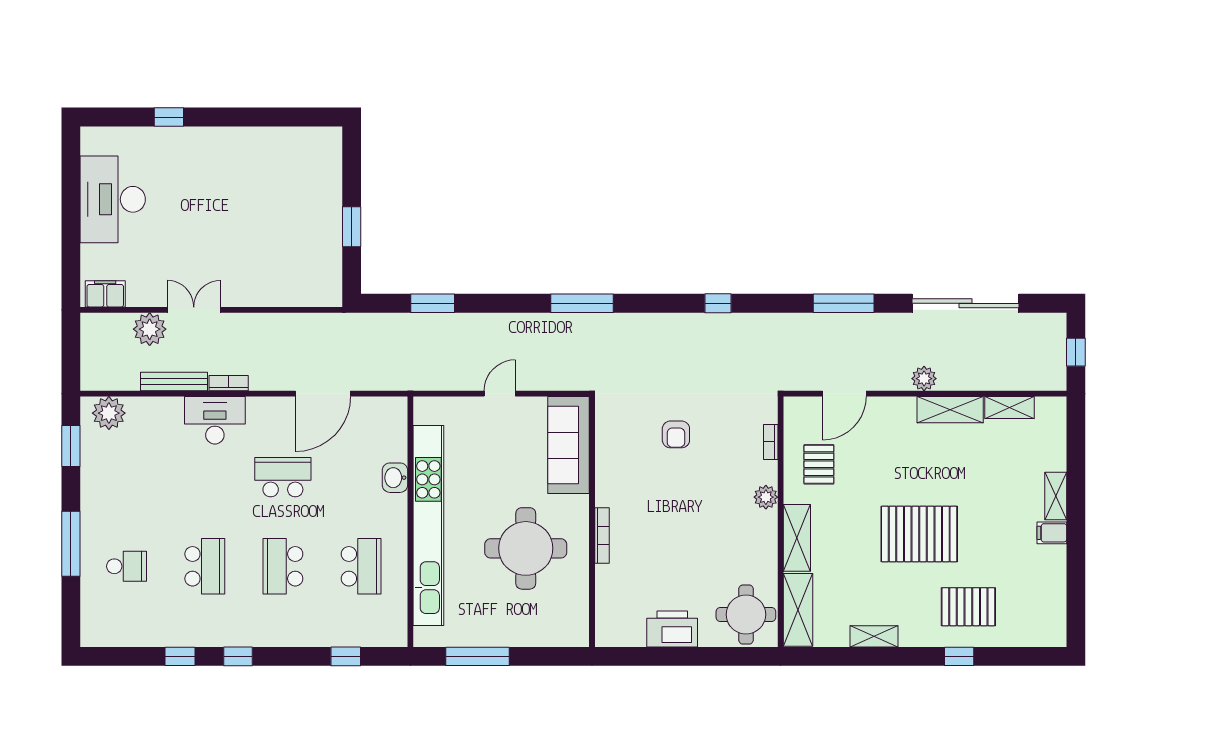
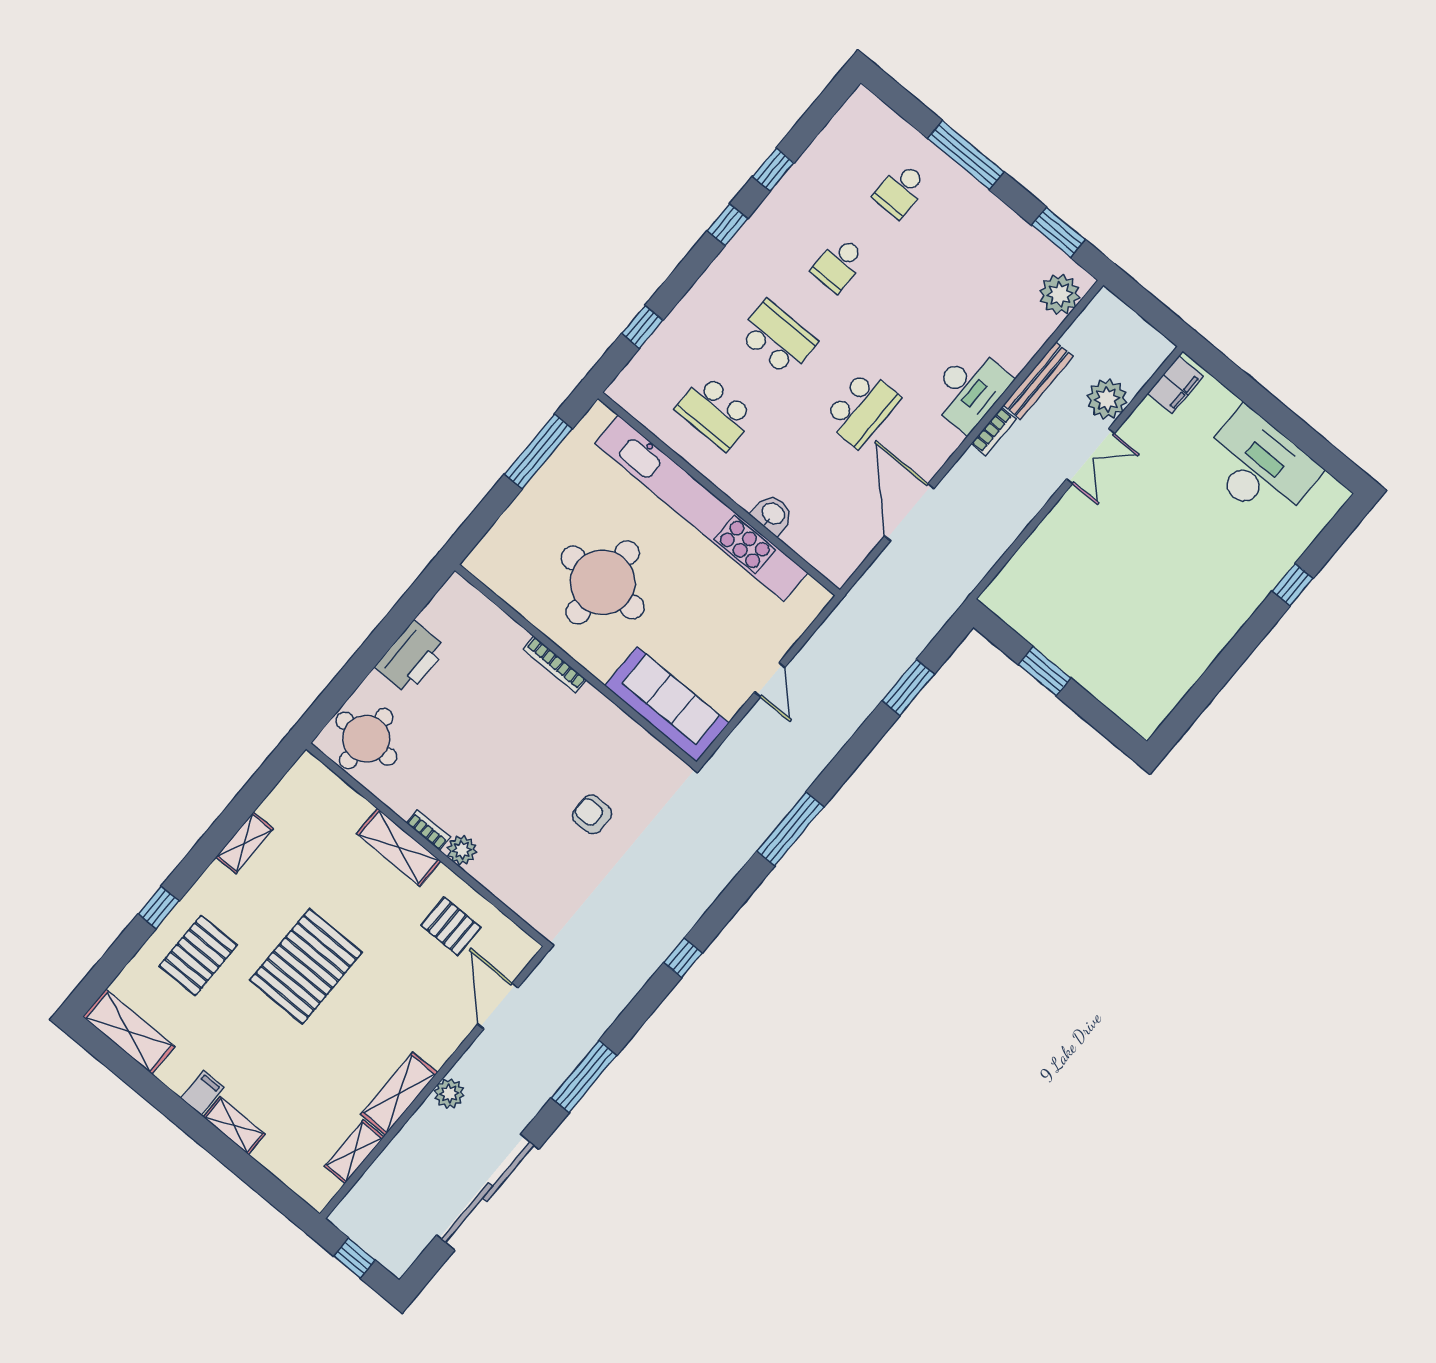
bookcase: (771, 442) -> (428, 830), moved
school desk: (205, 566) -> (839, 264), width x0.54
shelving: (798, 610) -> (129, 1032), moved

